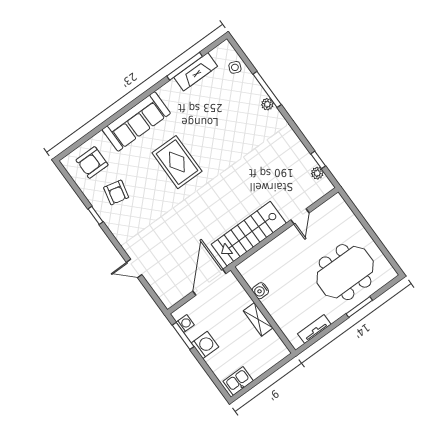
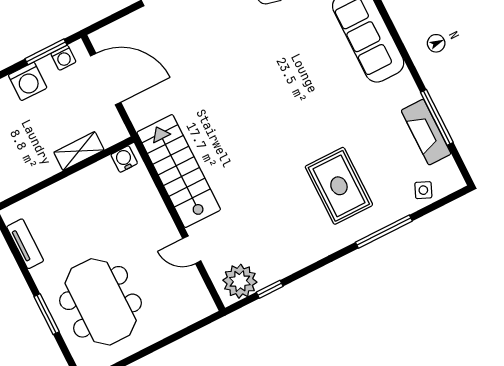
plant: (267, 104) -> (362, 229), removed
rug: (177, 162) -> (339, 186), moved, turned 90
plant: (317, 173) -> (240, 281), width x1.88, depth x1.88
door: (209, 282) -> (106, 79), moved
water cooler: (260, 291) -> (124, 159), moved
shelving: (258, 319) -> (79, 151), moved

